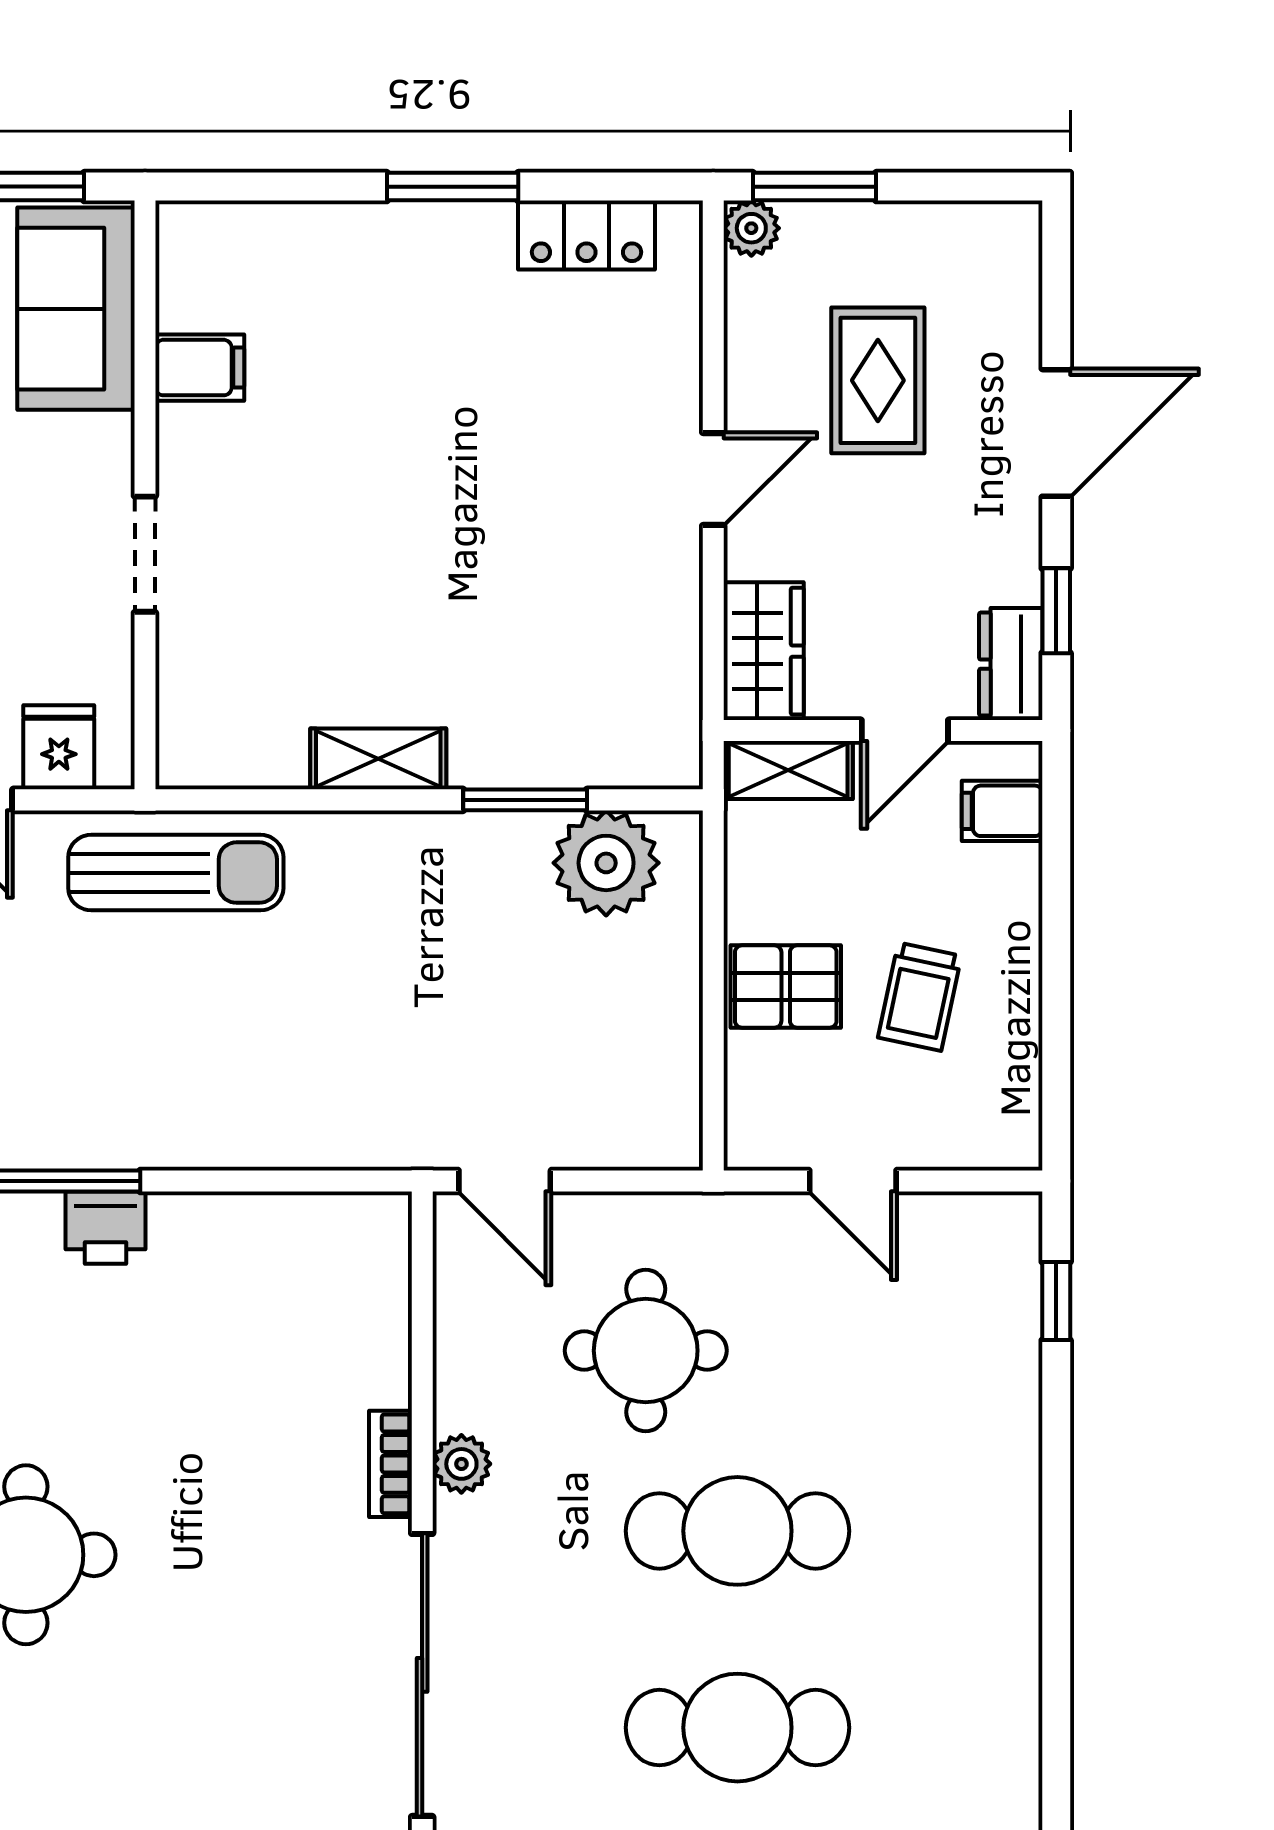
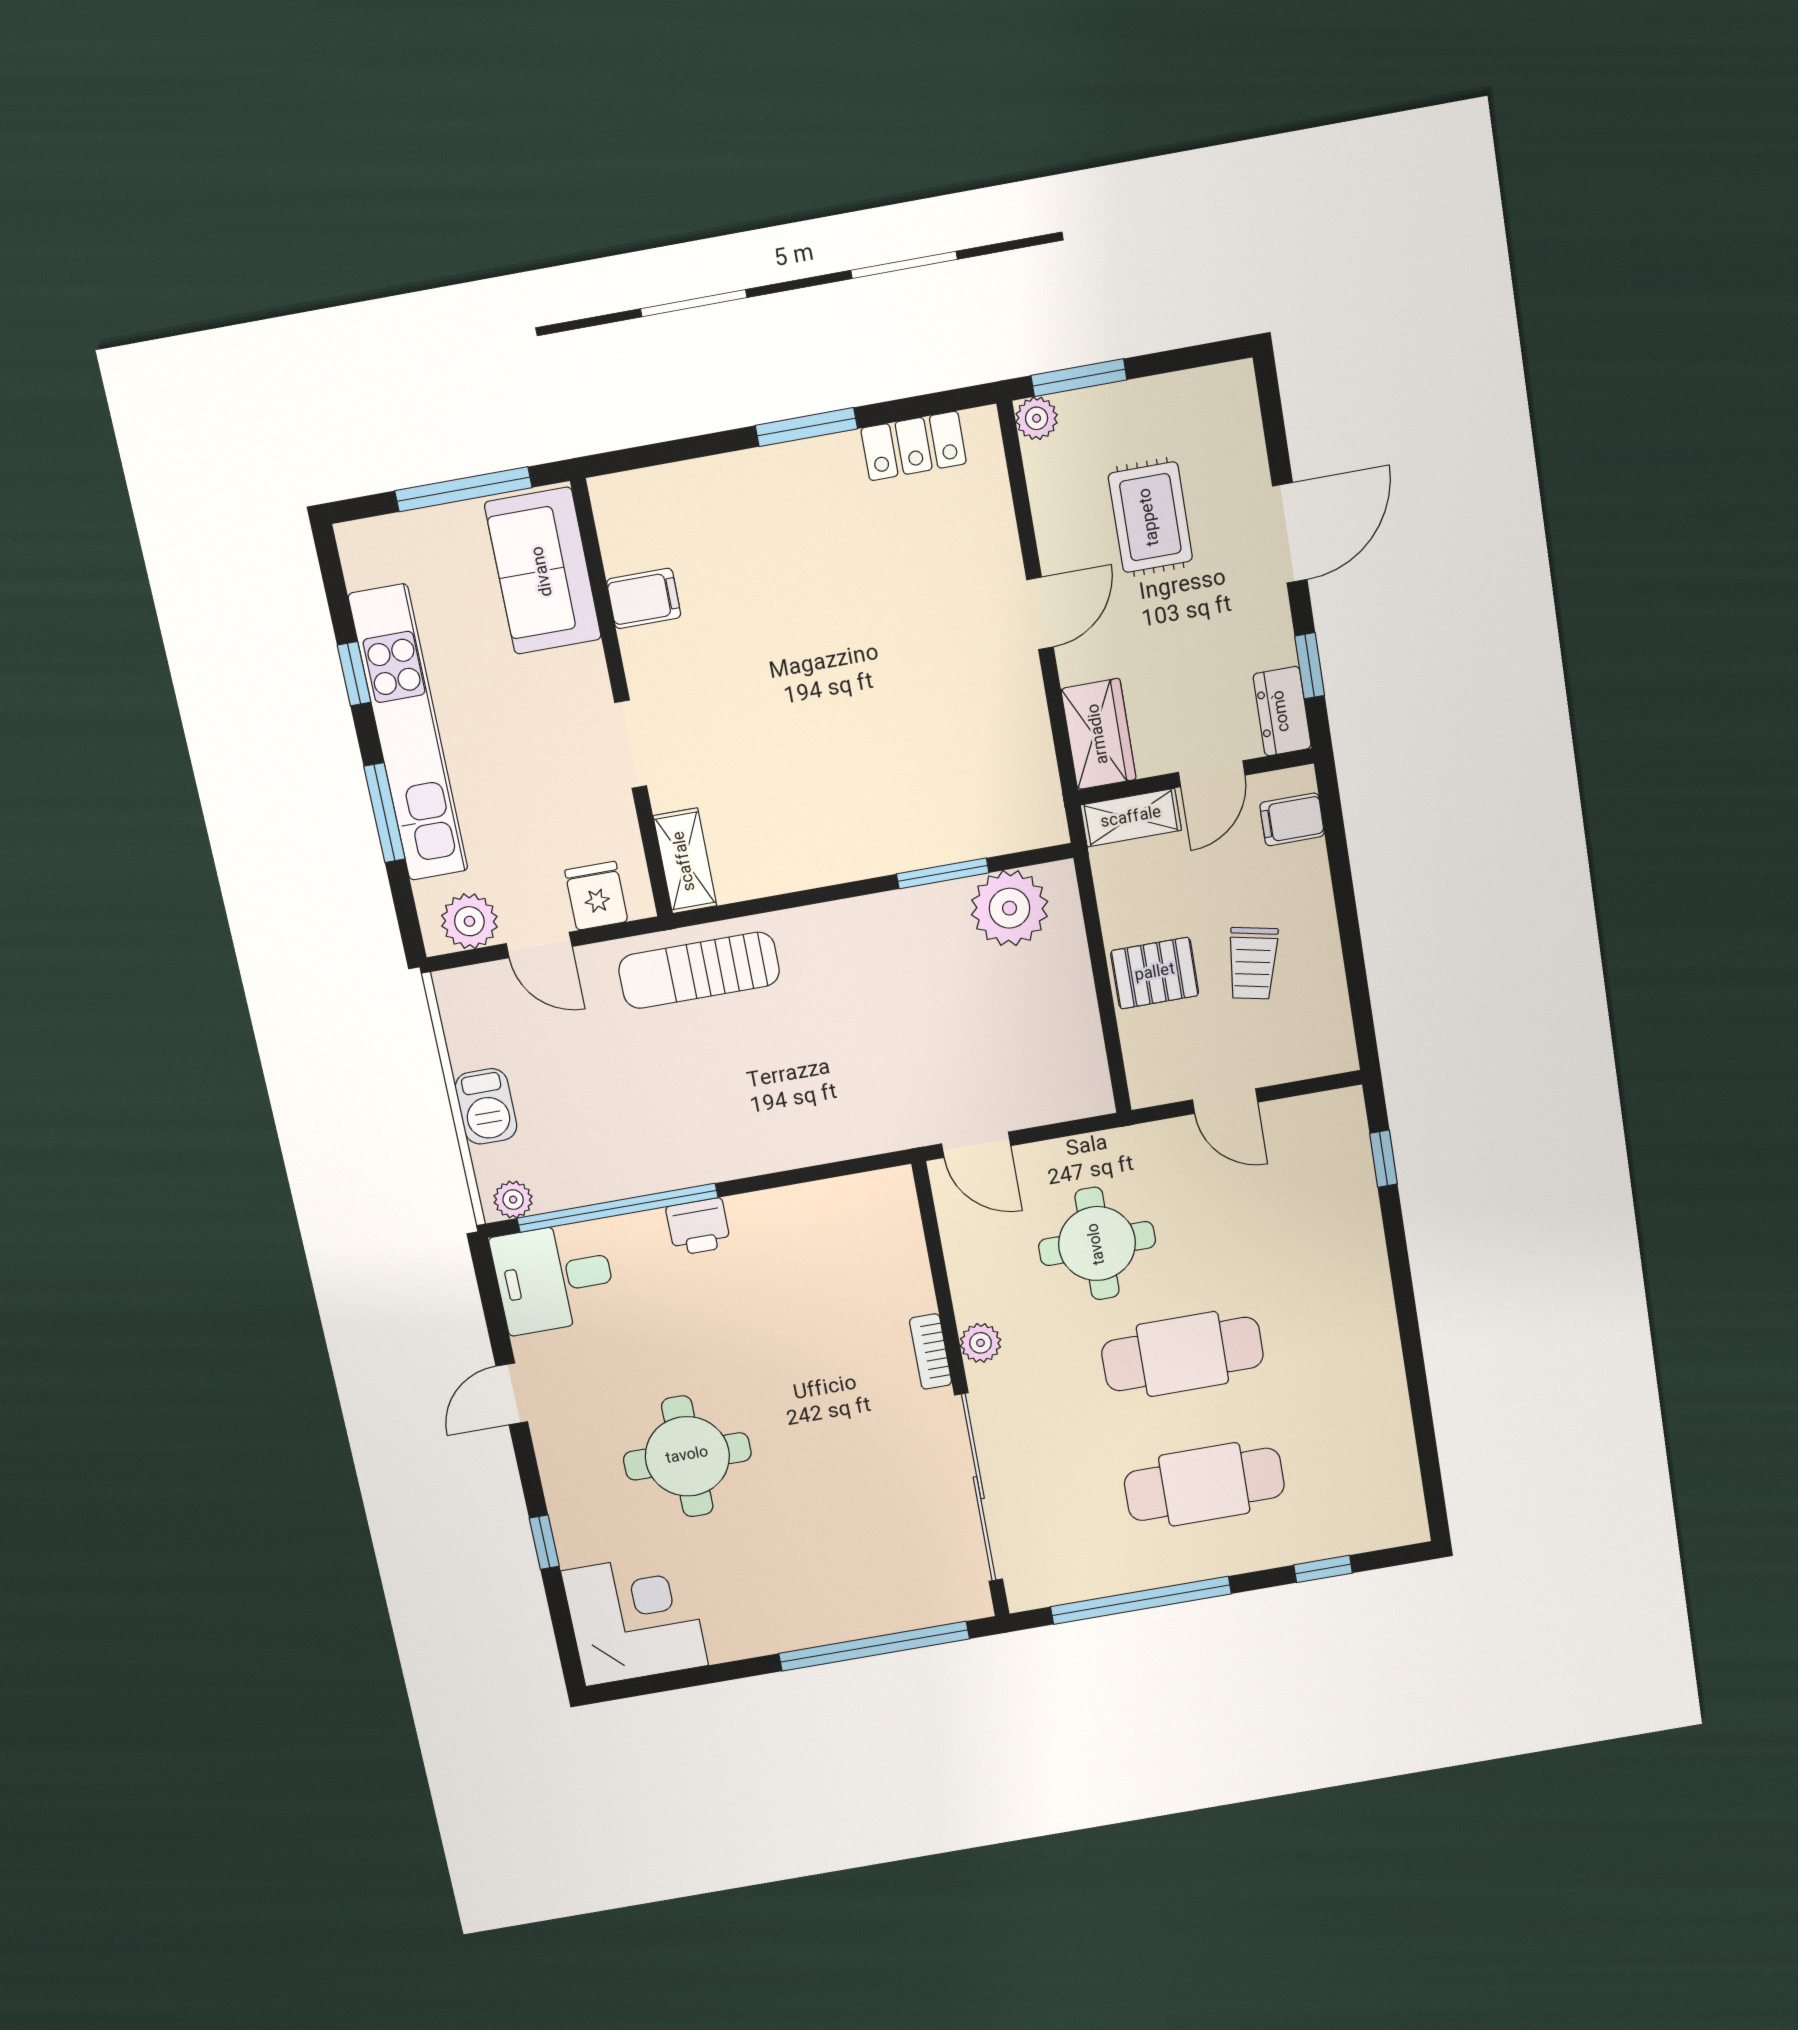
shelving: (378, 759) -> (685, 861), moved, turned 90
sun lounger: (176, 873) -> (699, 970), turned 180

